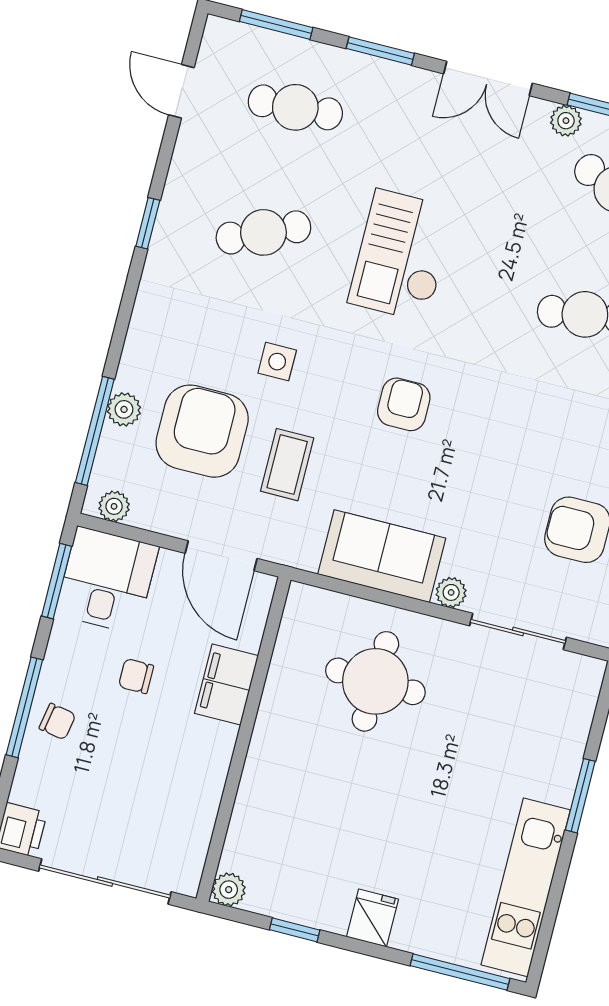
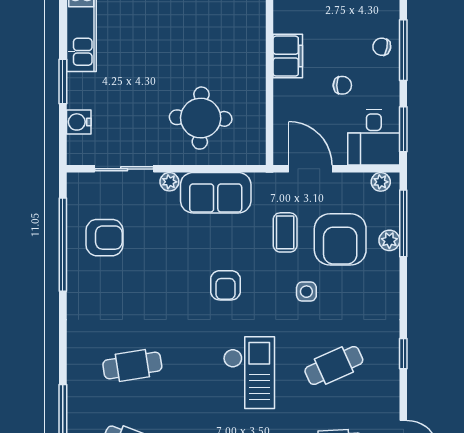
filing cabinet: (227, 685) -> (288, 56), moved
water cooler: (572, 725) -> (79, 122), added

